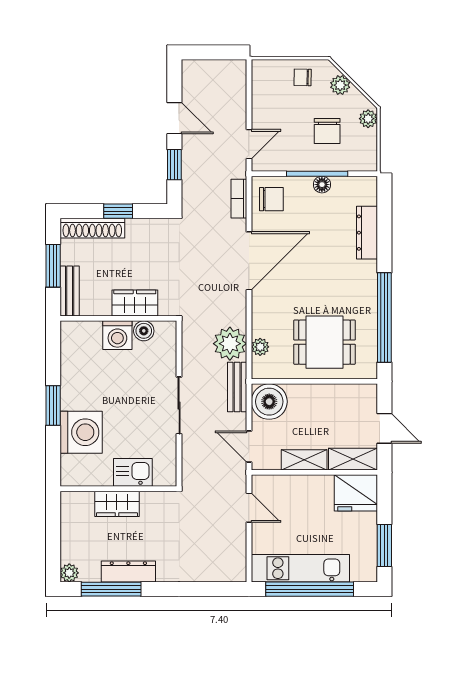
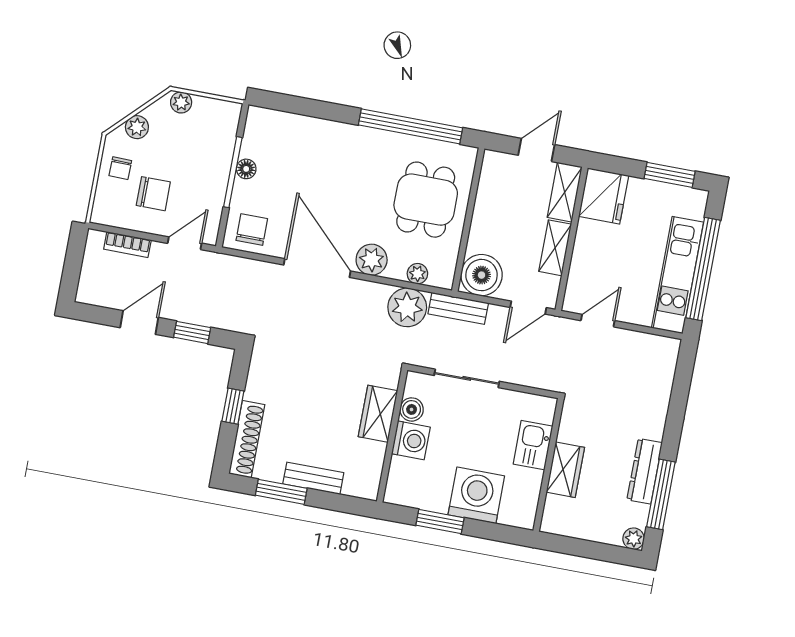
chair: (327, 131) -> (153, 194), moved
door: (249, 144) -> (185, 243), hinge flipped
bookcase: (239, 199) -> (127, 244), moved
dresser: (367, 233) -> (310, 128), removed
wardrobe: (135, 303) -> (378, 414), moved
plant: (265, 306) -> (372, 260), added
wall: (118, 318) -> (392, 436), moved
boiler: (144, 331) -> (412, 409), moved
washing machine: (117, 335) -> (411, 440), moved

